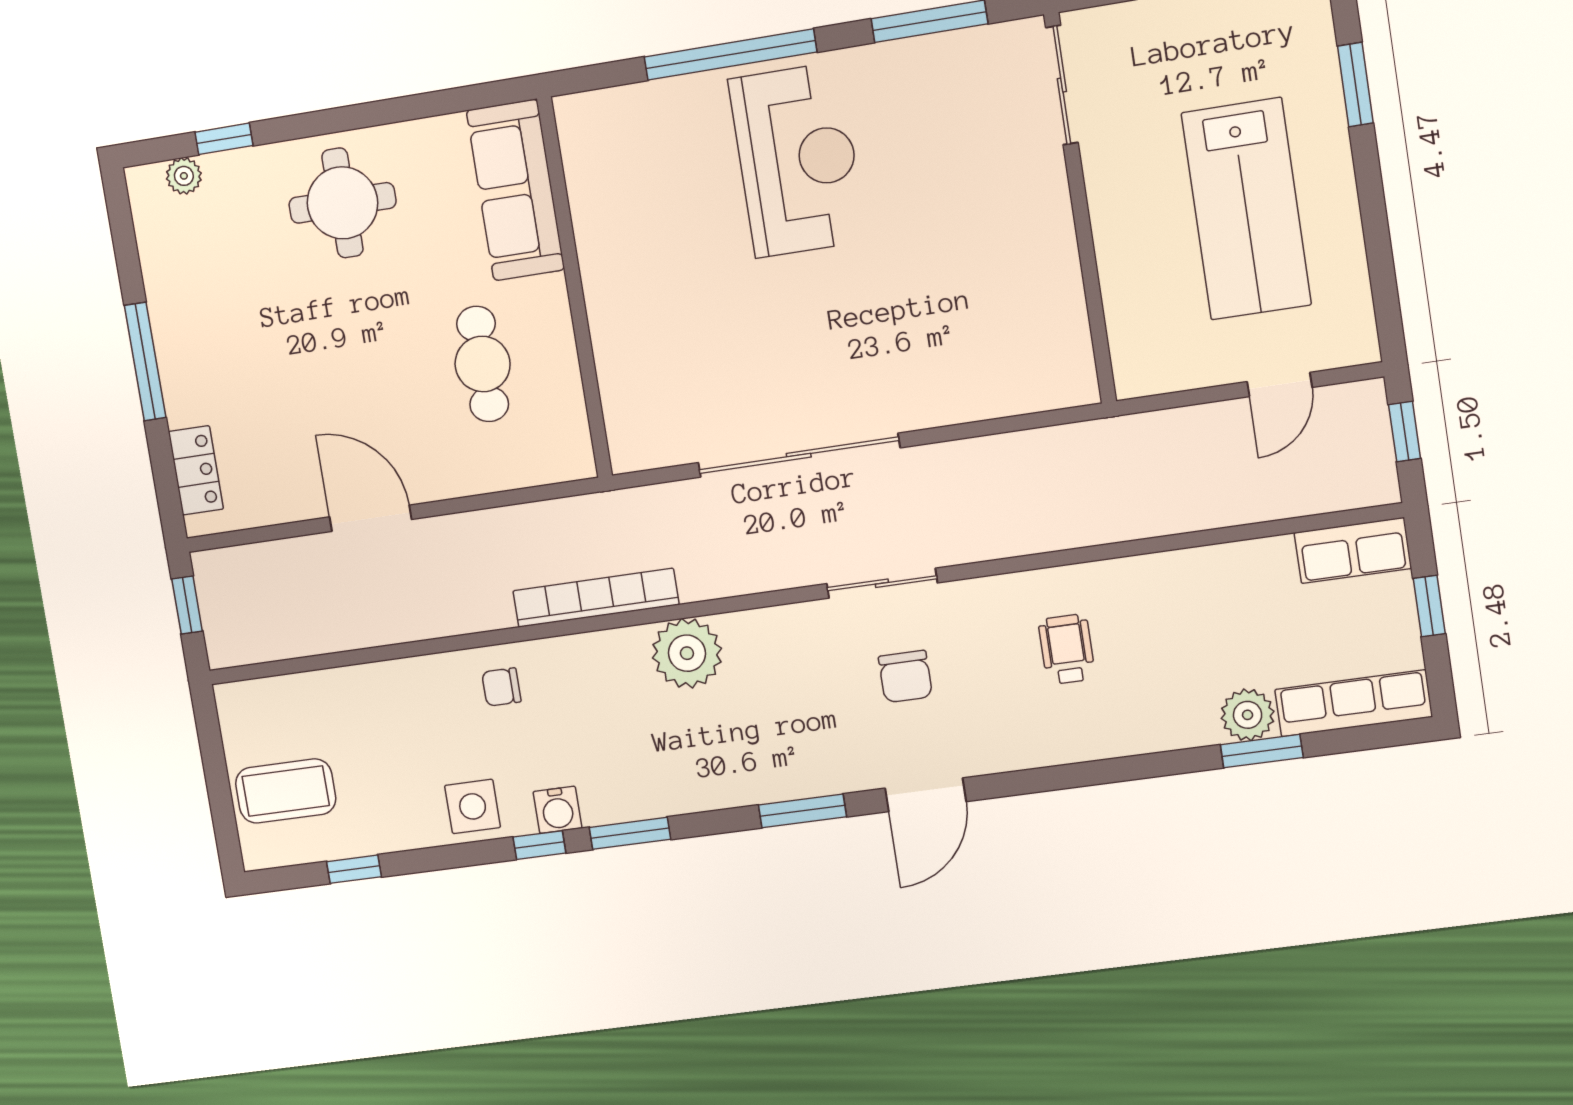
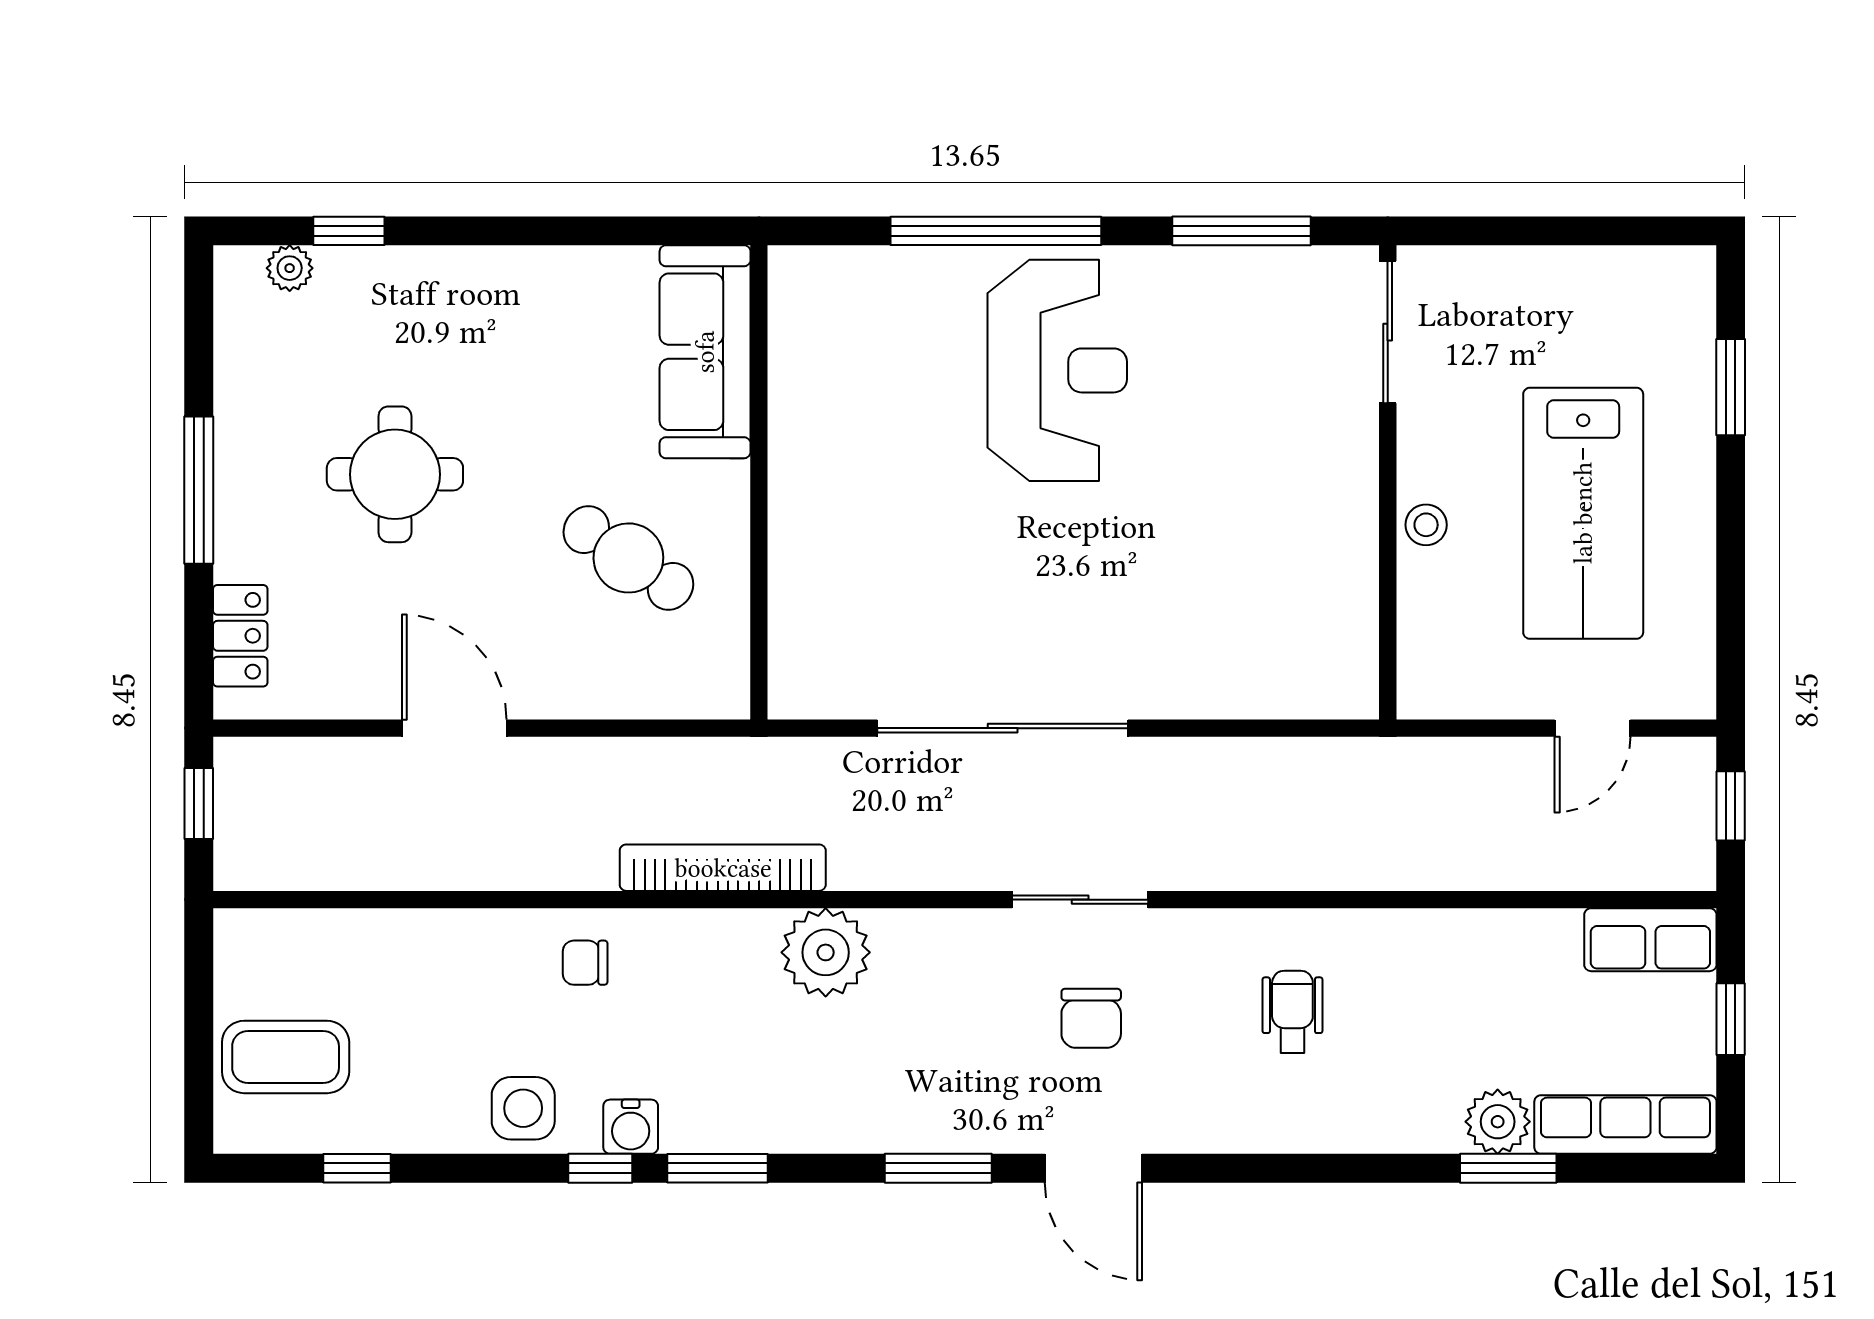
round table: (342, 203) -> (395, 474), moved
stool: (1117, 239) -> (1426, 525), added
cafe table: (483, 364) -> (628, 558), turned -56
door: (926, 795) -> (1093, 1168), hinge flipped

